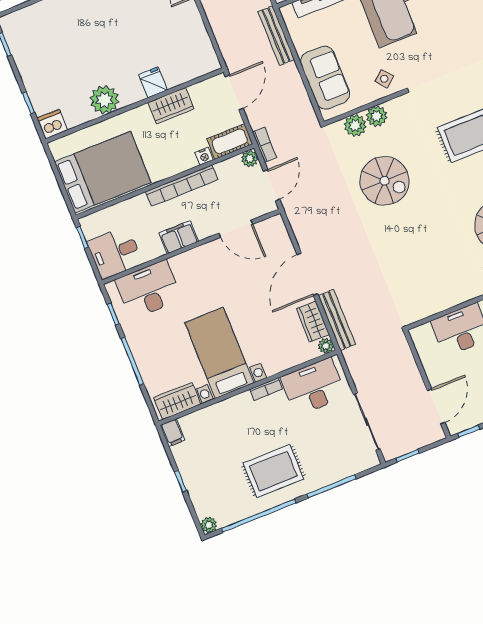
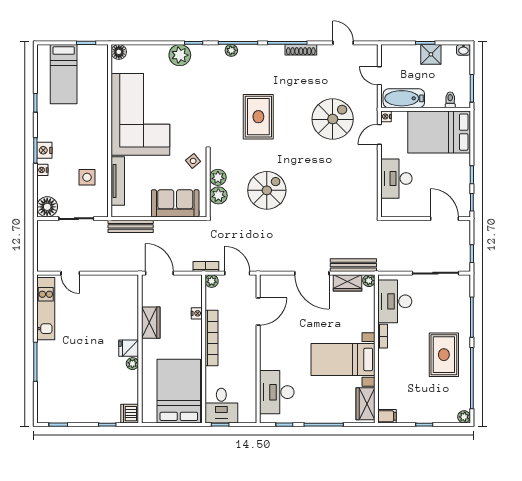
fridge: (153, 82) -> (129, 348), moved
plant: (104, 100) -> (132, 364), width x0.53, depth x0.53
cot: (230, 141) -> (193, 291), removed
filing cabinet: (179, 237) -> (248, 355), removed
desk: (115, 253) -> (221, 406), moved

